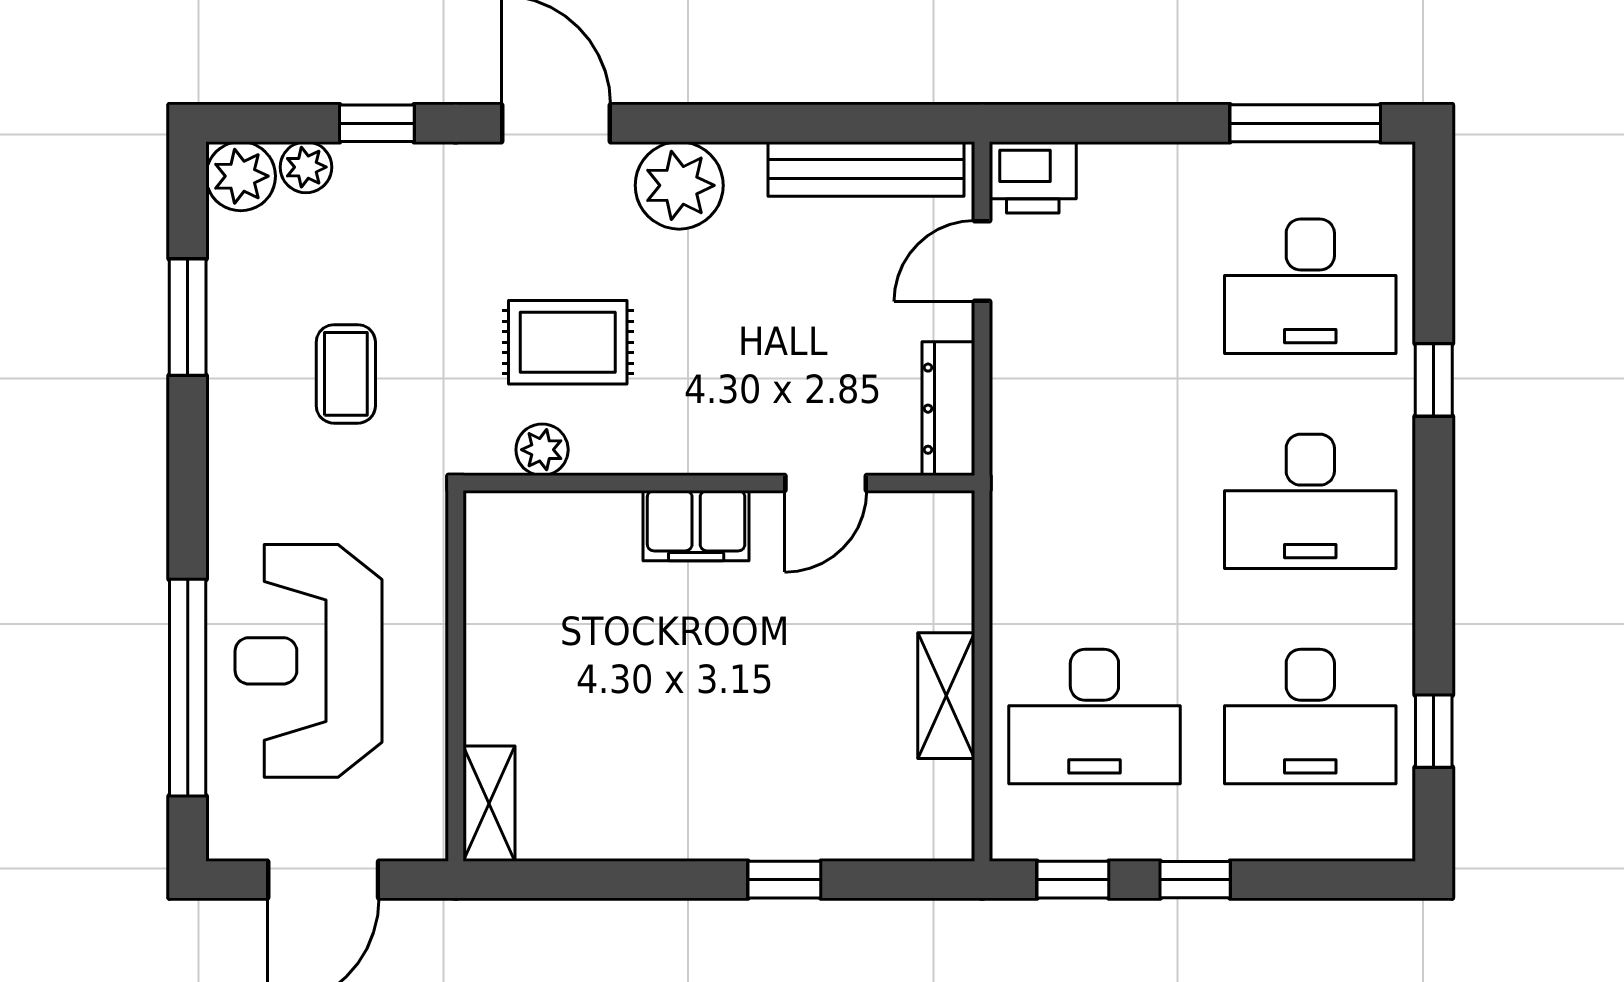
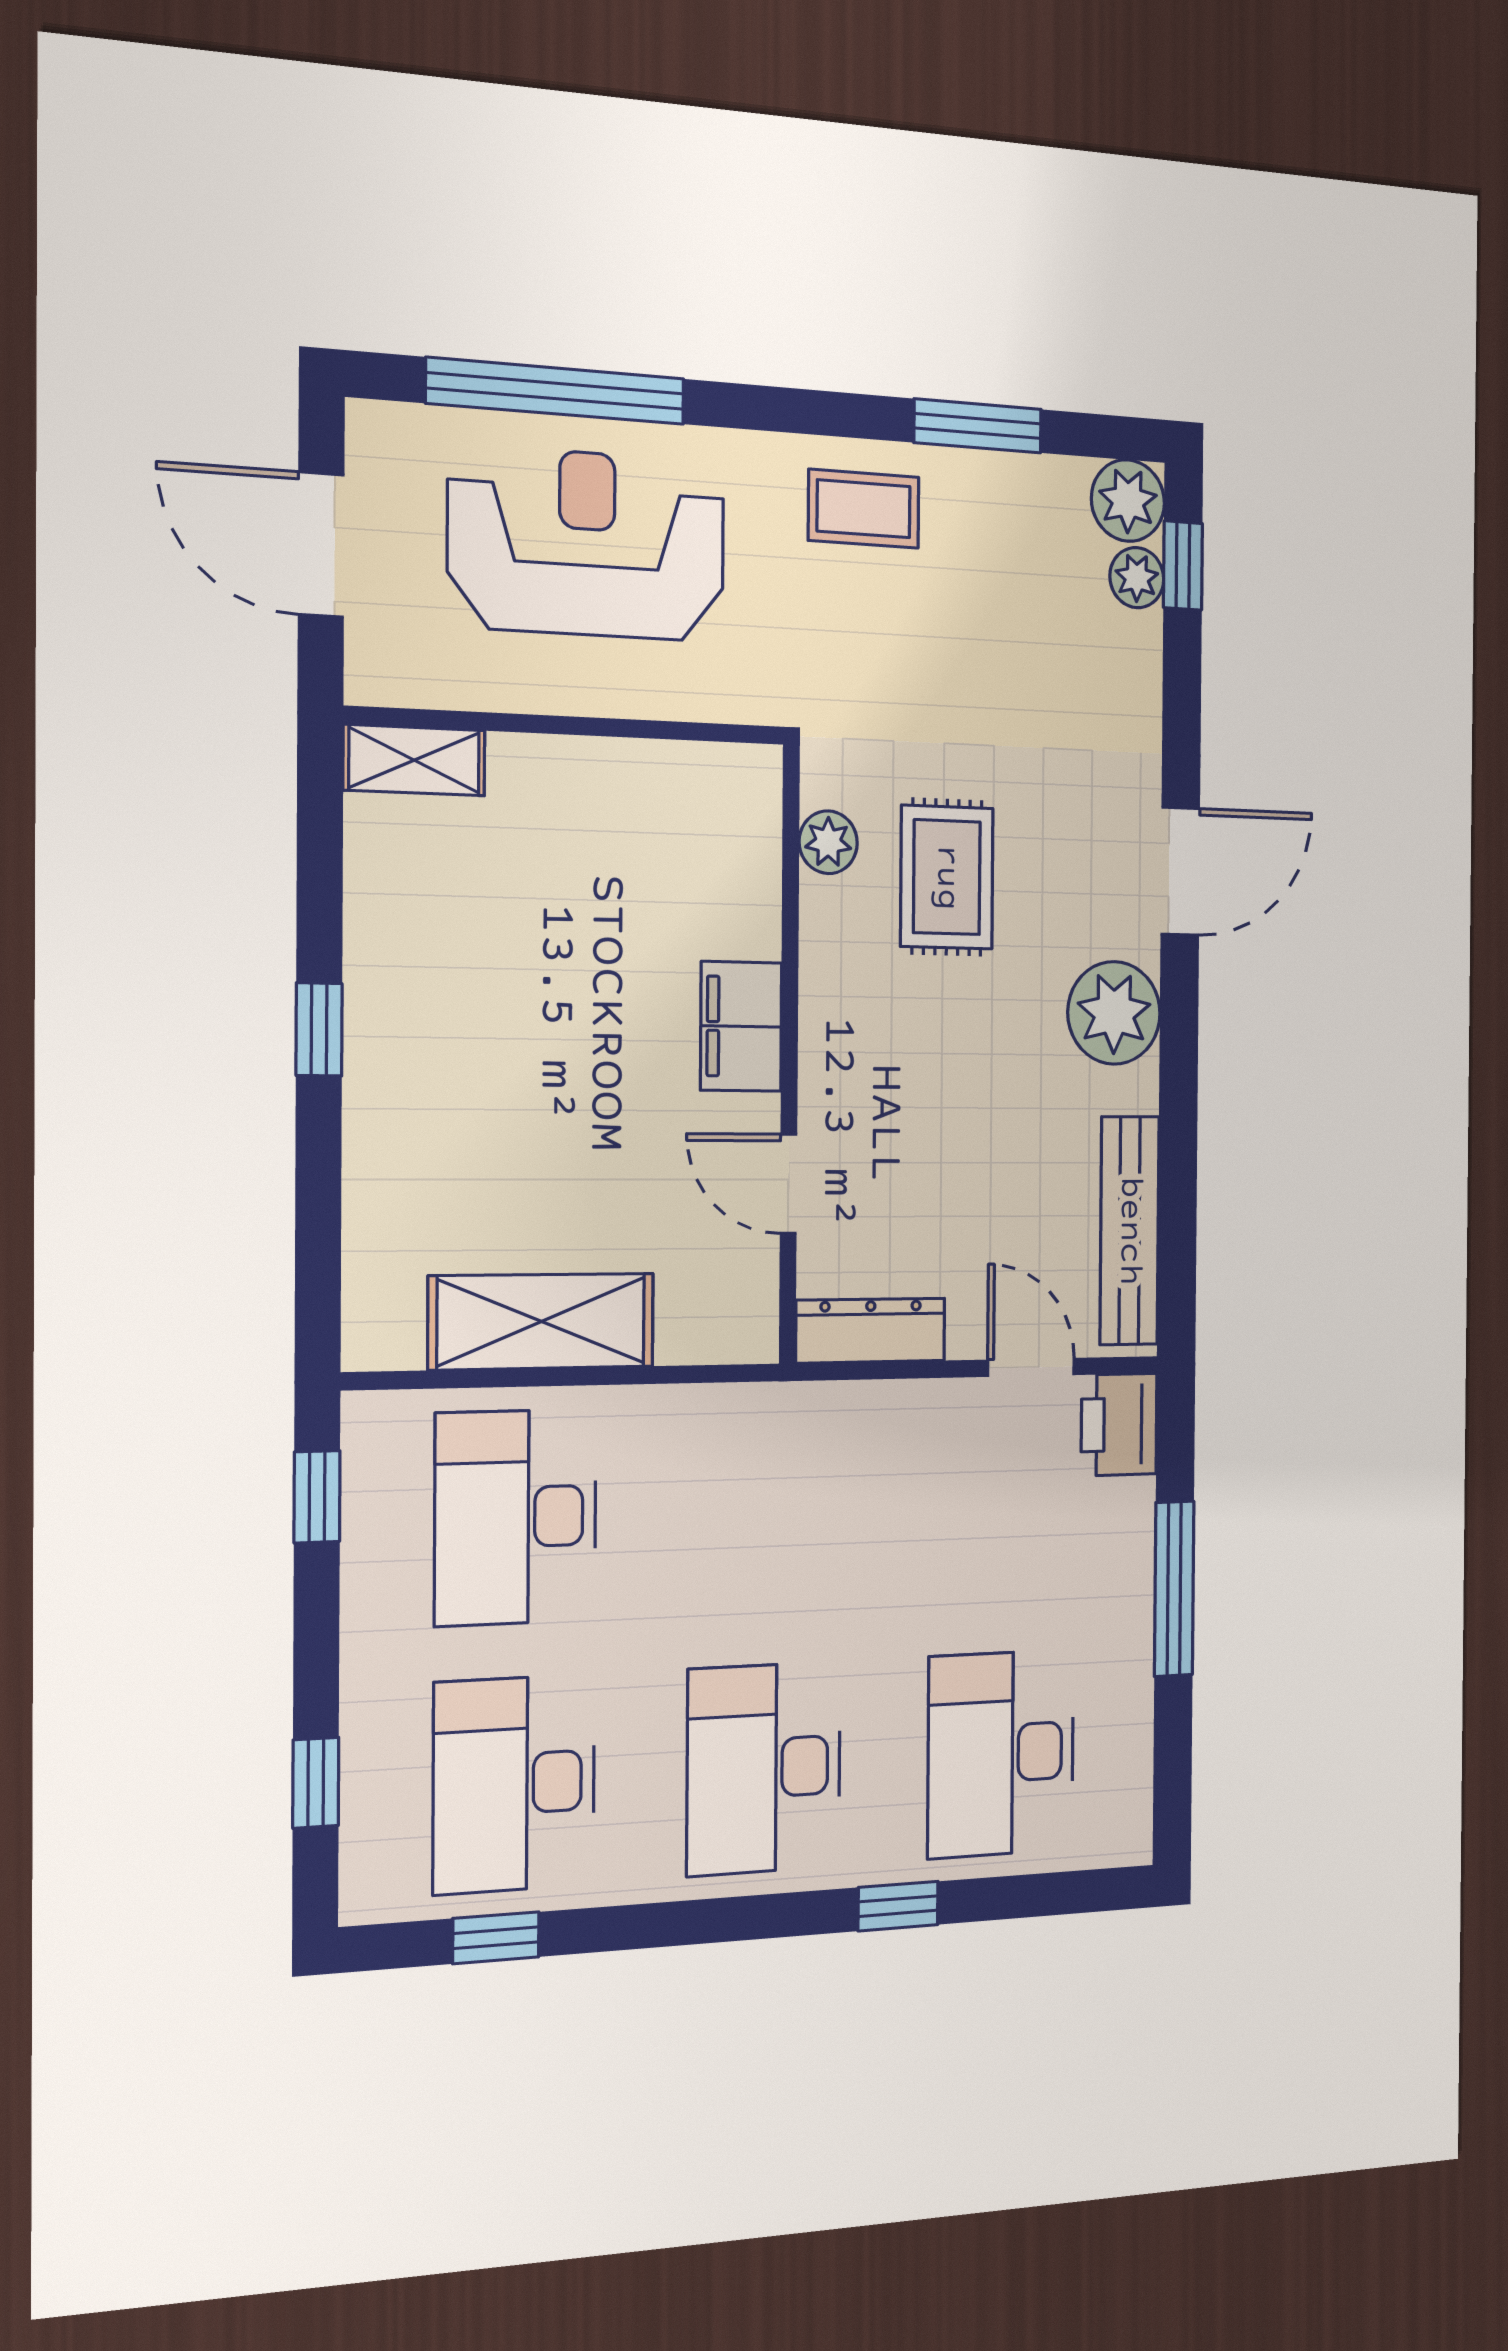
window: (377, 123) -> (1183, 565), moved
window: (1305, 123) -> (1174, 1589), moved
coffee table: (346, 374) -> (864, 509), moved
shelving: (946, 696) -> (541, 1321), width x1.50, depth x1.33
window: (784, 880) -> (319, 1029), moved
window: (1195, 880) -> (316, 1783), moved

